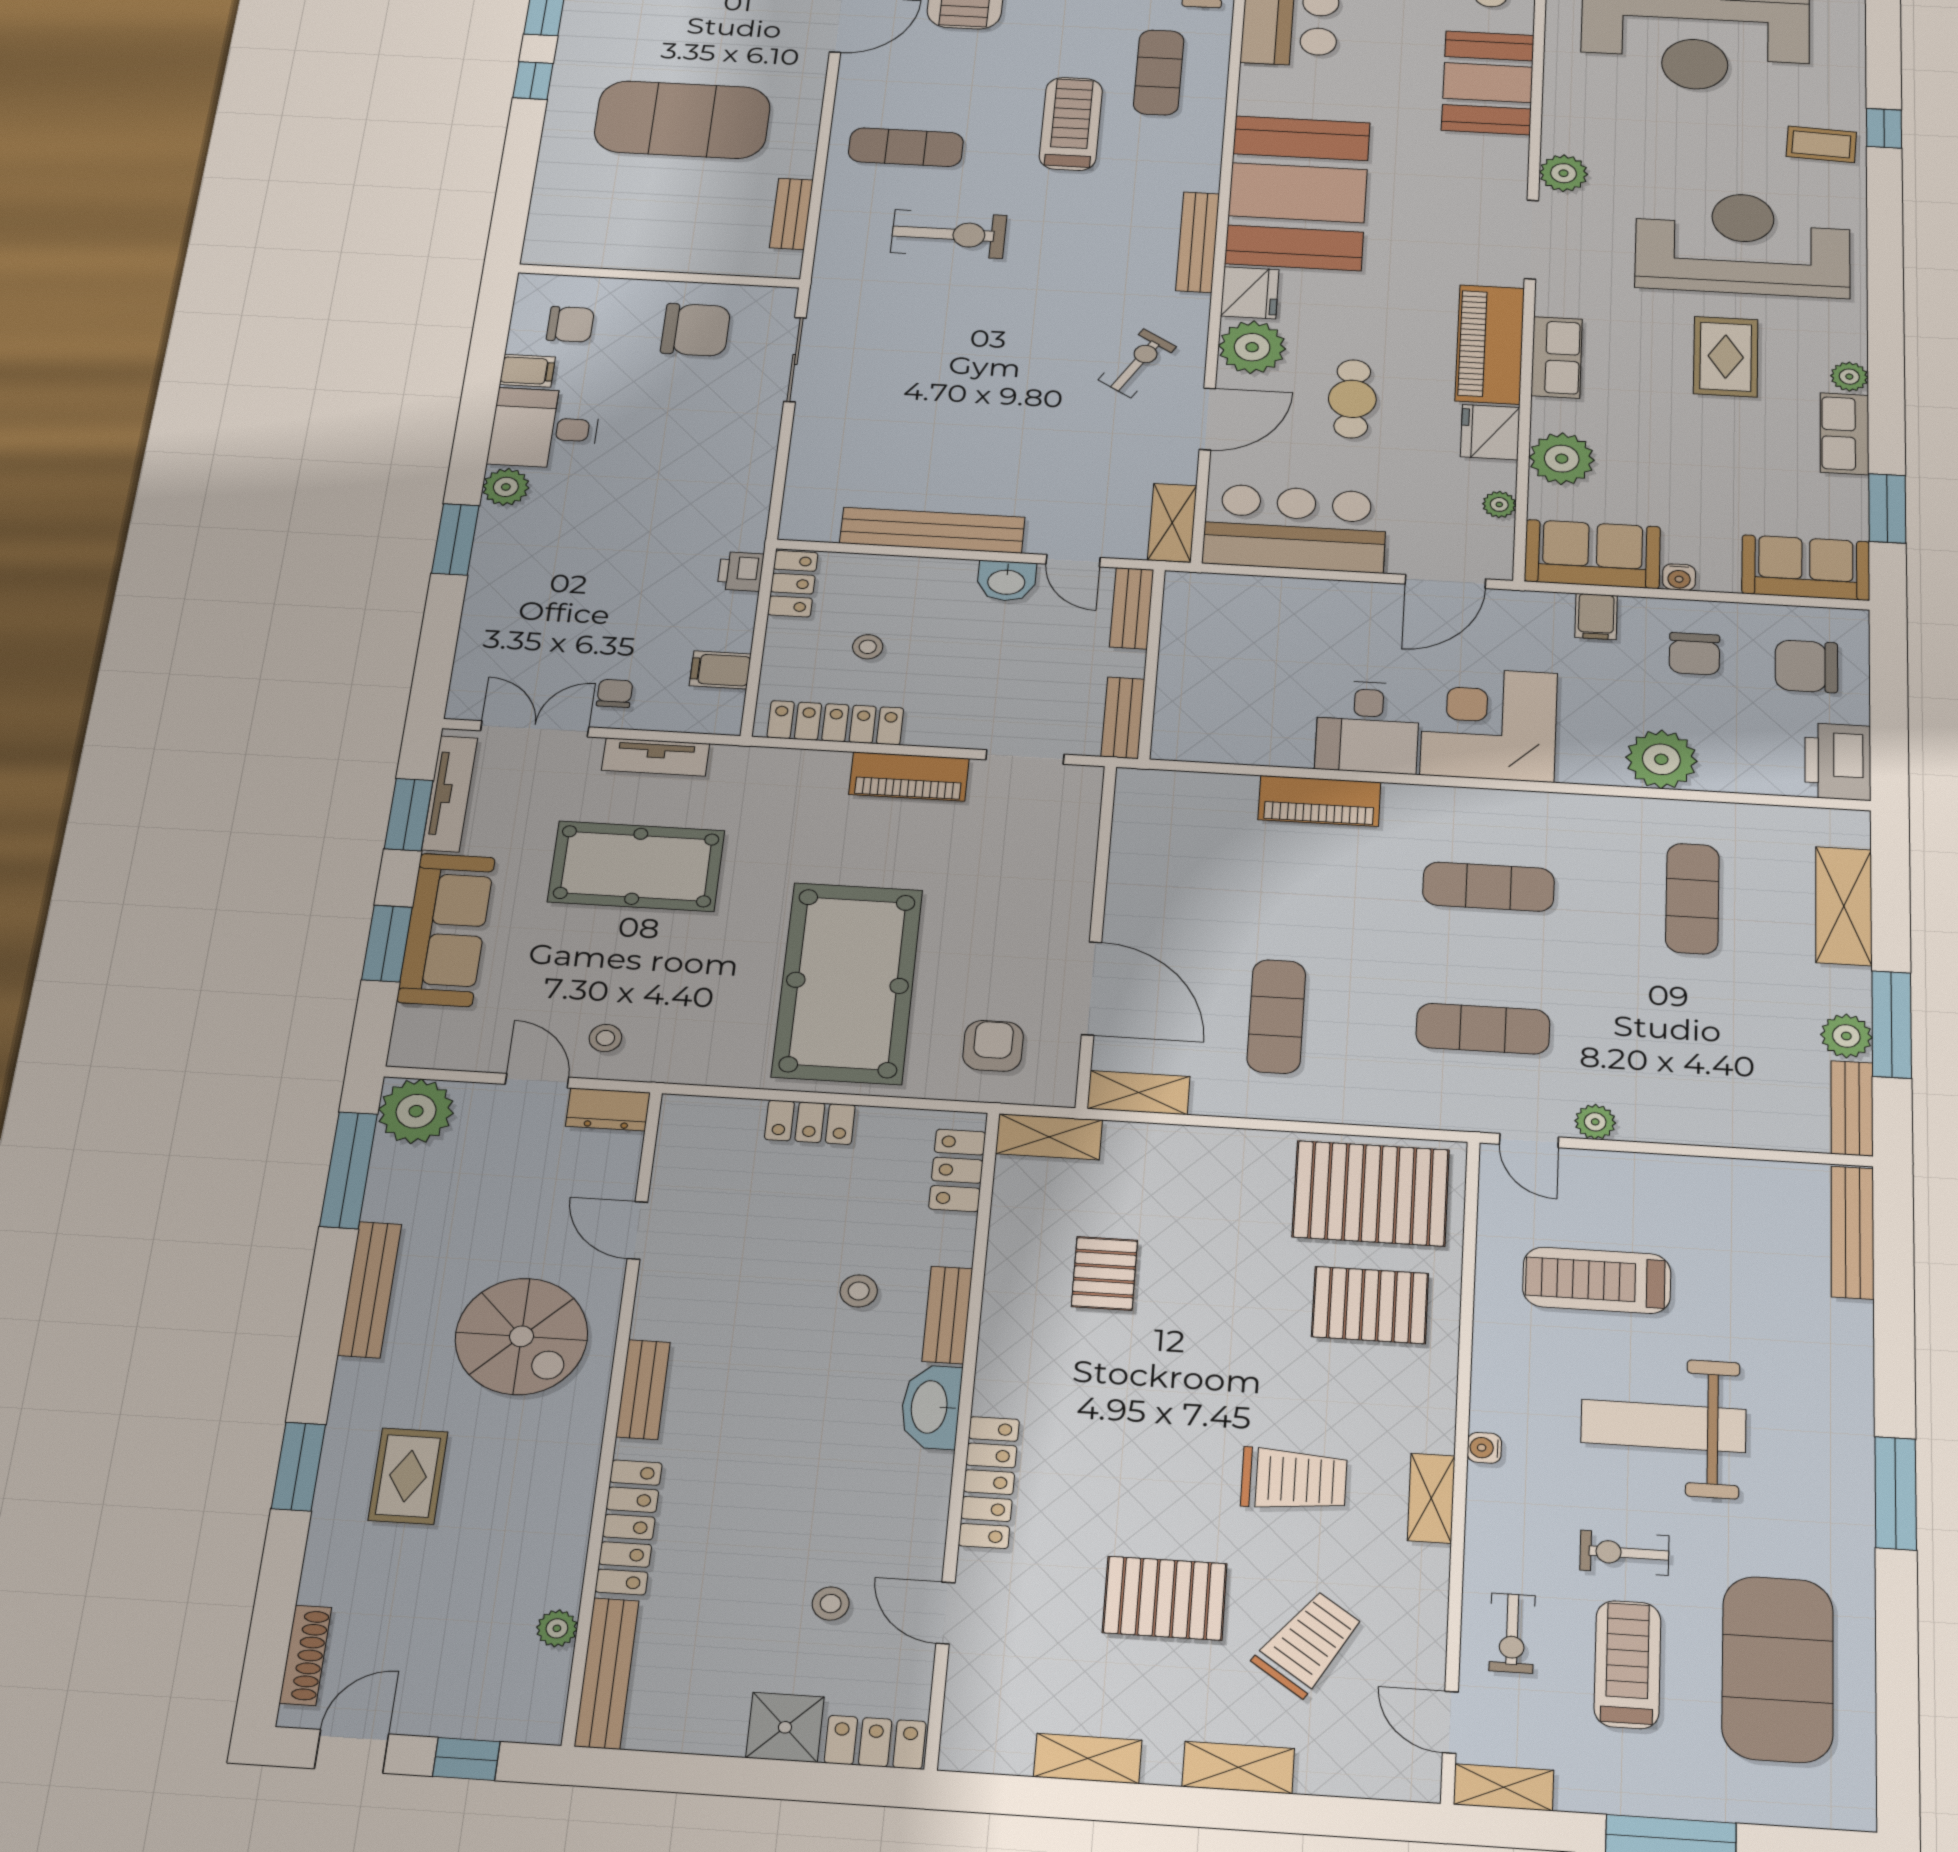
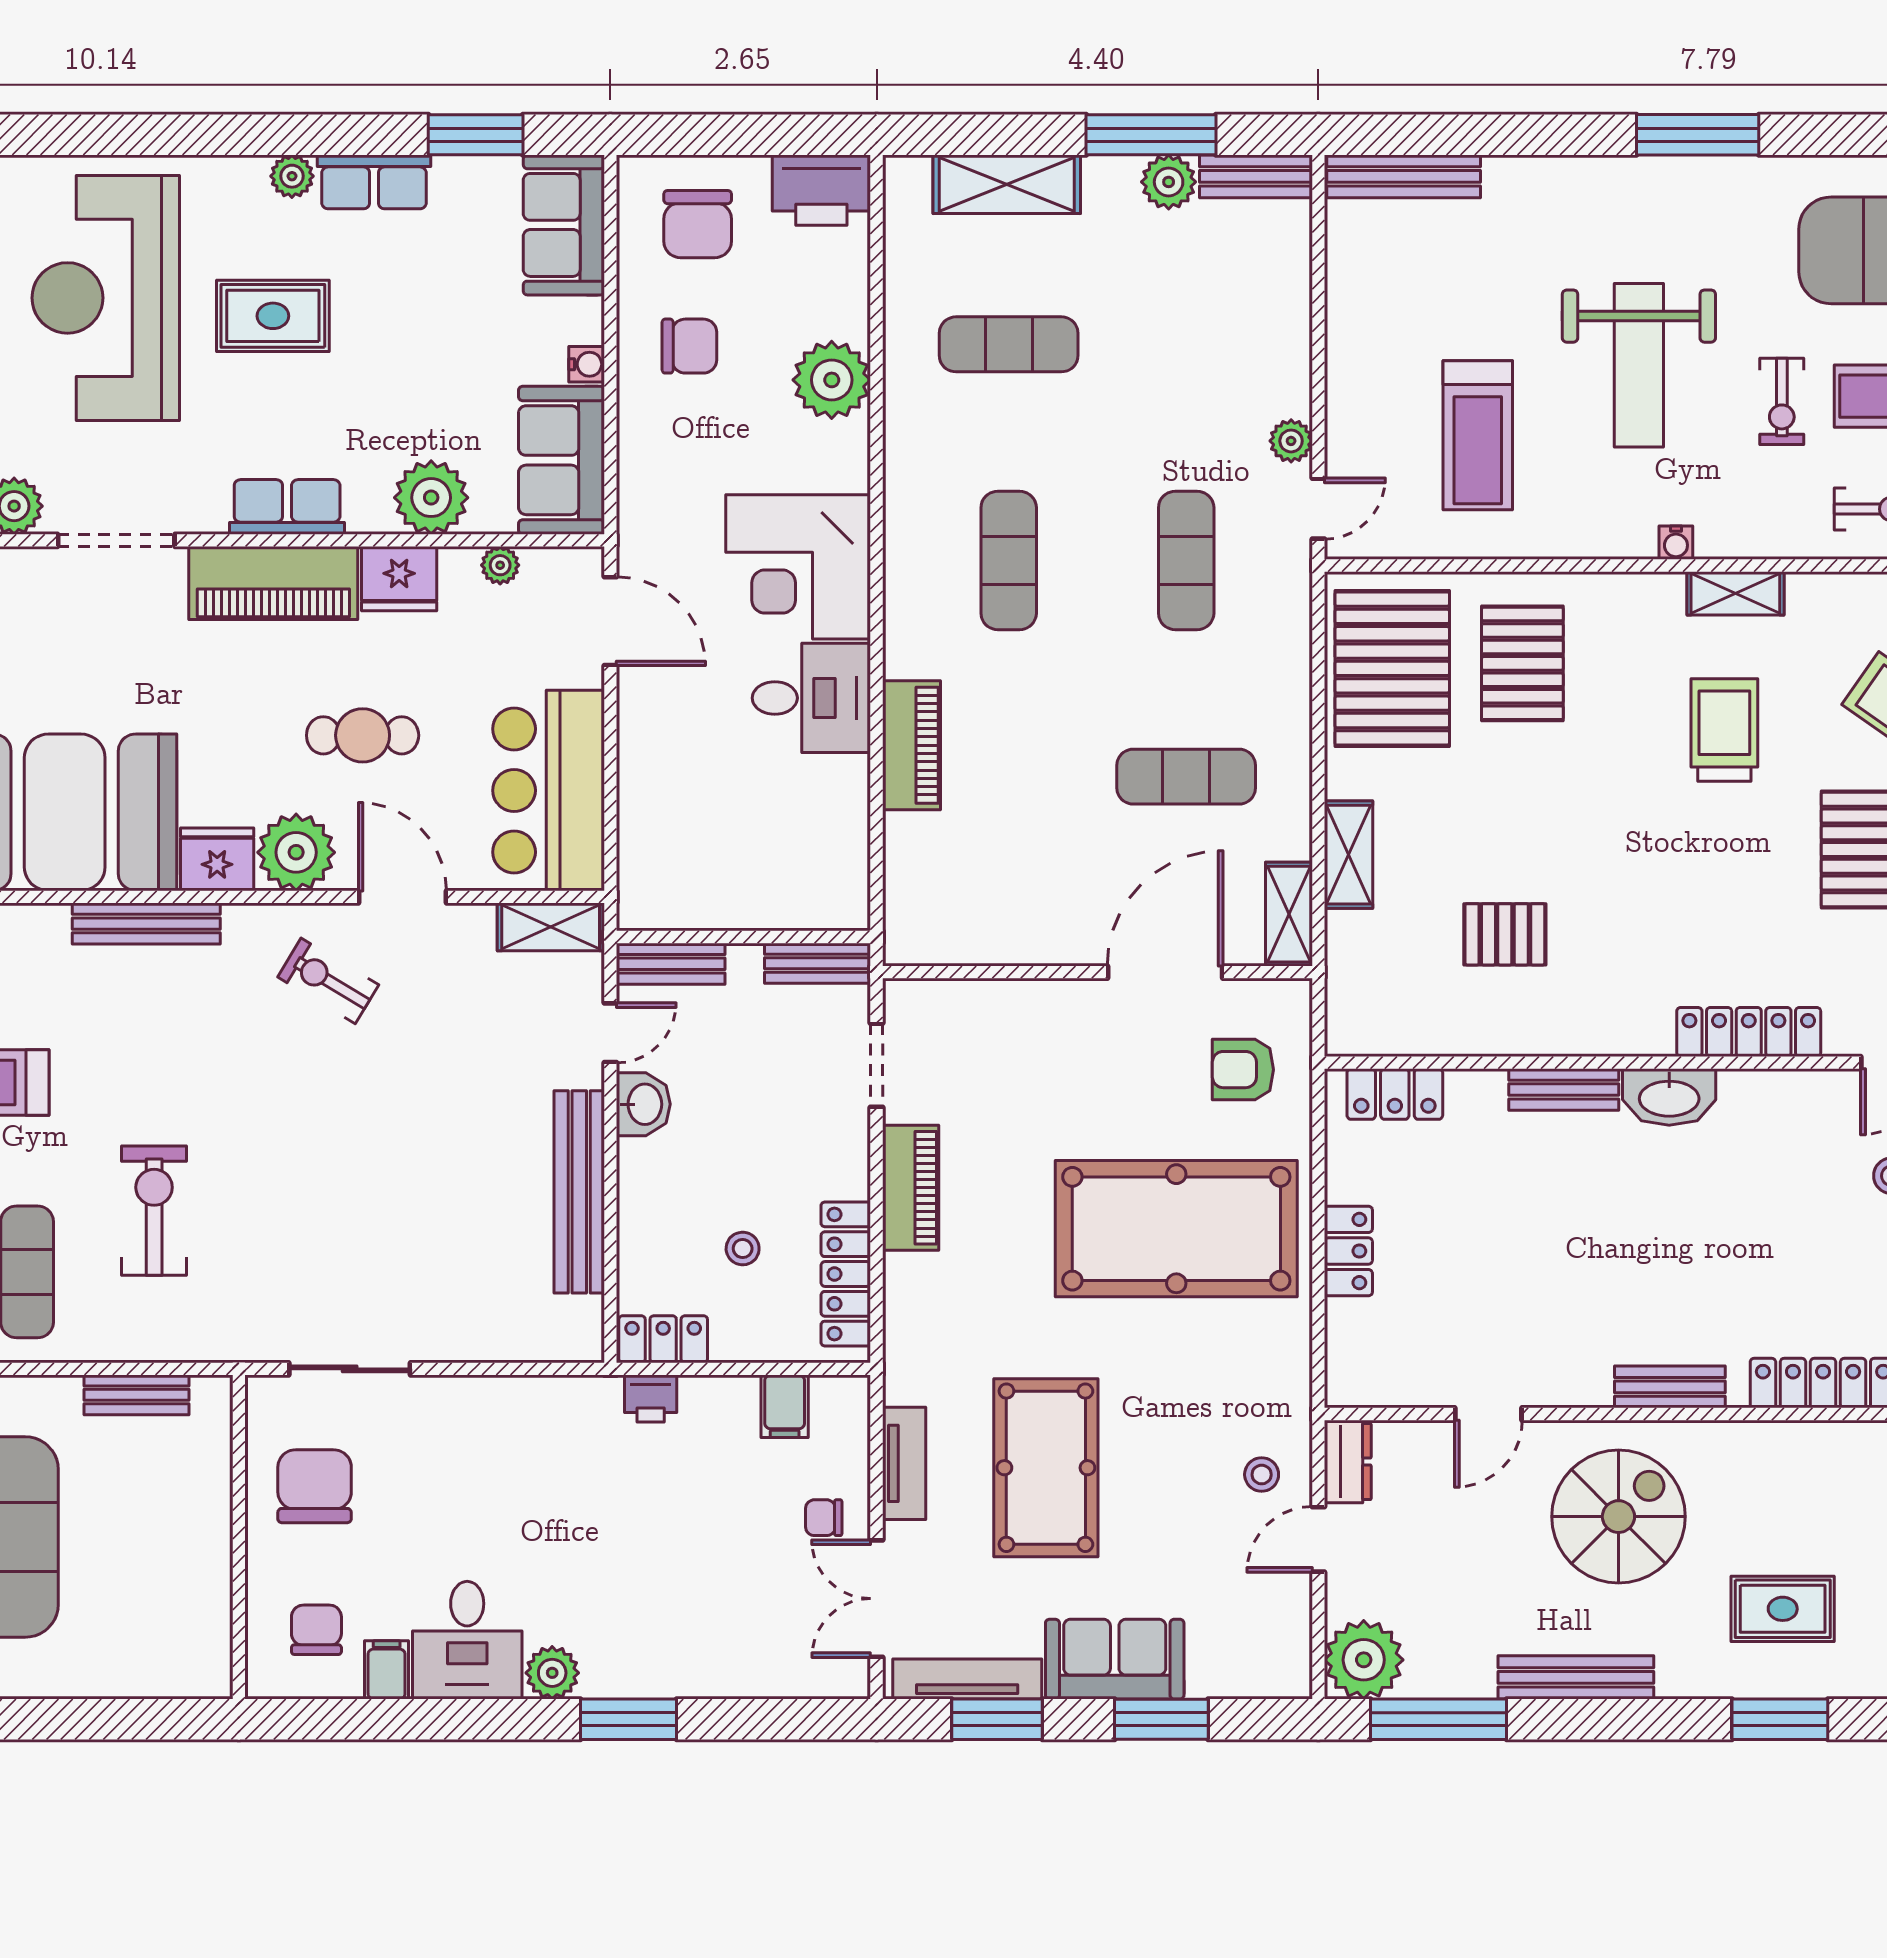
filing cabinet: (1596, 617) -> (647, 454), removed
sofa: (446, 930) -> (1115, 1659), width x0.73
shelving: (1049, 1137) -> (1348, 855), moved
stool: (859, 1291) -> (1543, 1182), removed

